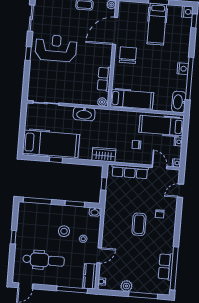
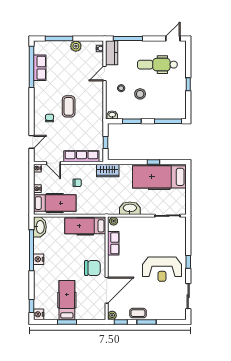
chair: (128, 55) -> (92, 268), turned -90

